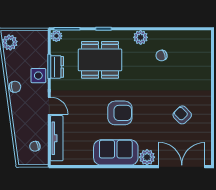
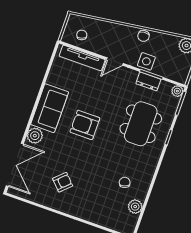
plant: (141, 37) -> (135, 207), moved
armchair: (120, 113) -> (85, 125), turned 90

